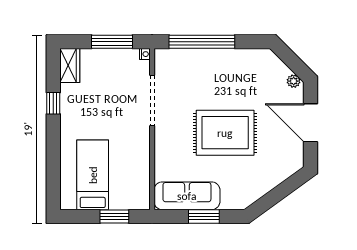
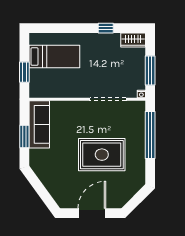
plant: (294, 81) -> (122, 201), removed
rug: (225, 133) -> (102, 155), moved, turned 90

